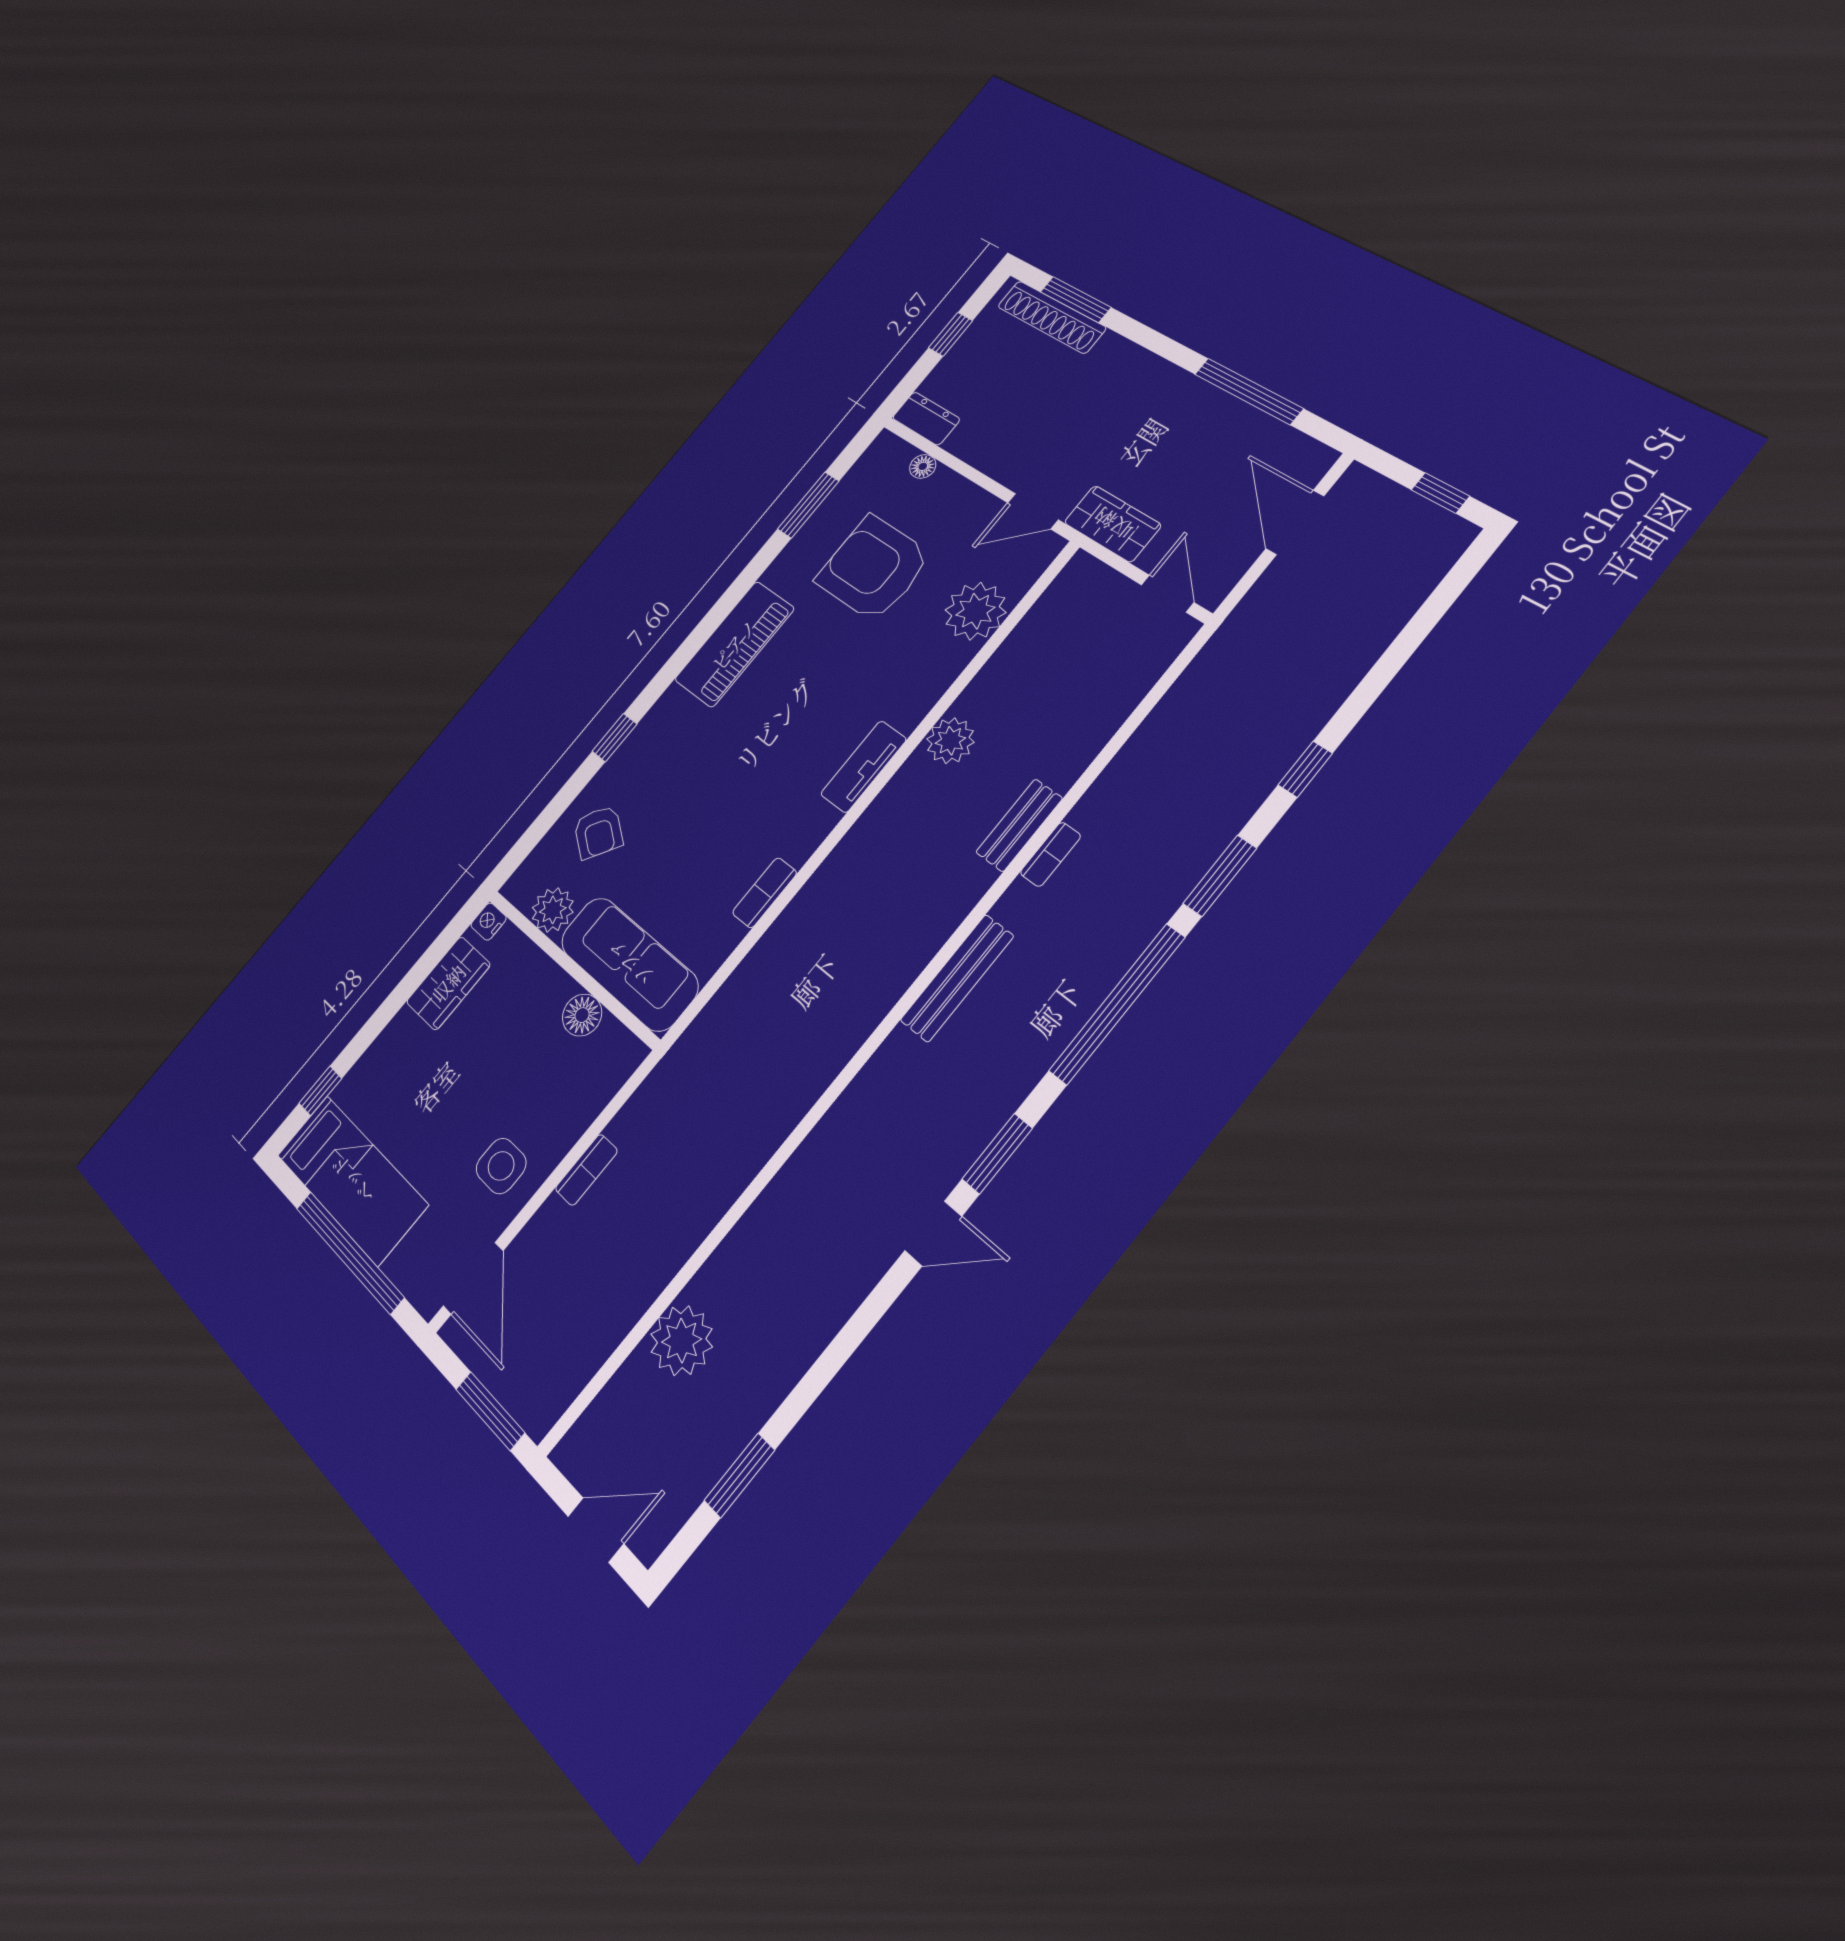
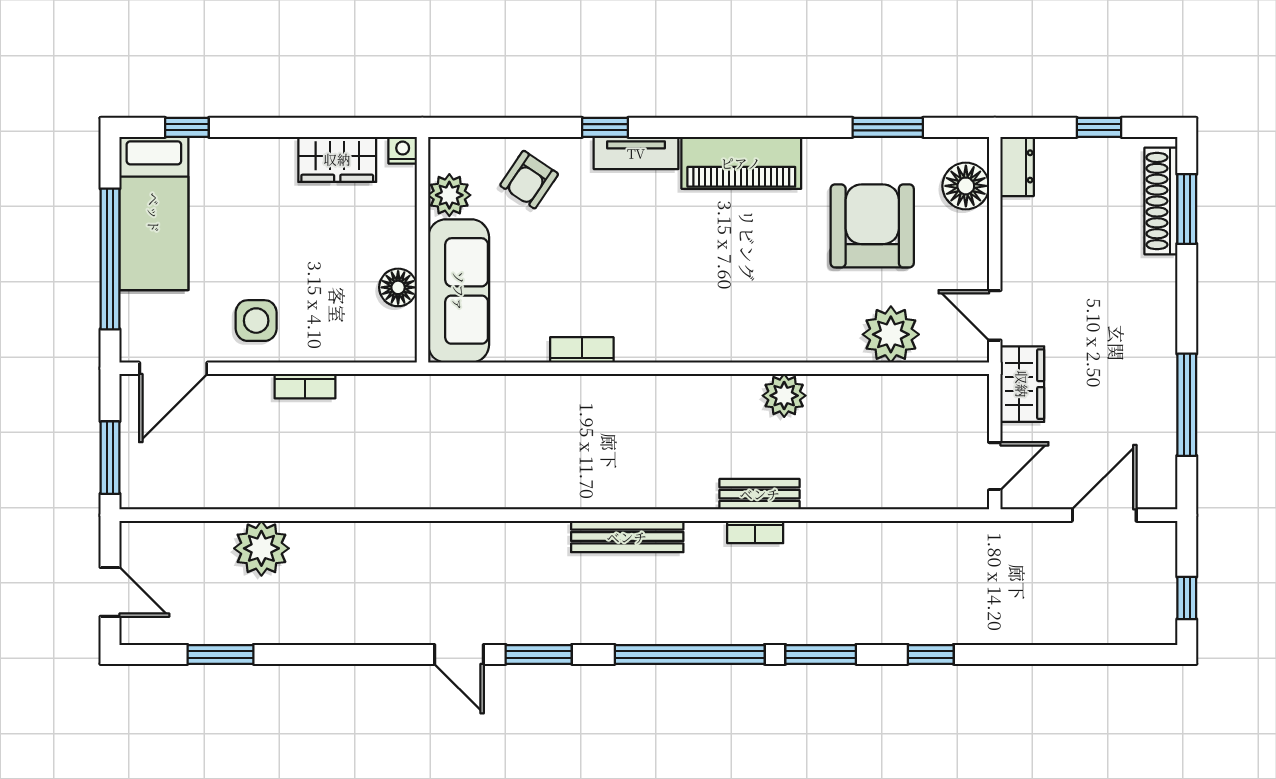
floor lamp: (923, 466) -> (966, 186), width x1.89, depth x1.89
tv unit: (864, 767) -> (636, 153), moved, turned 180

